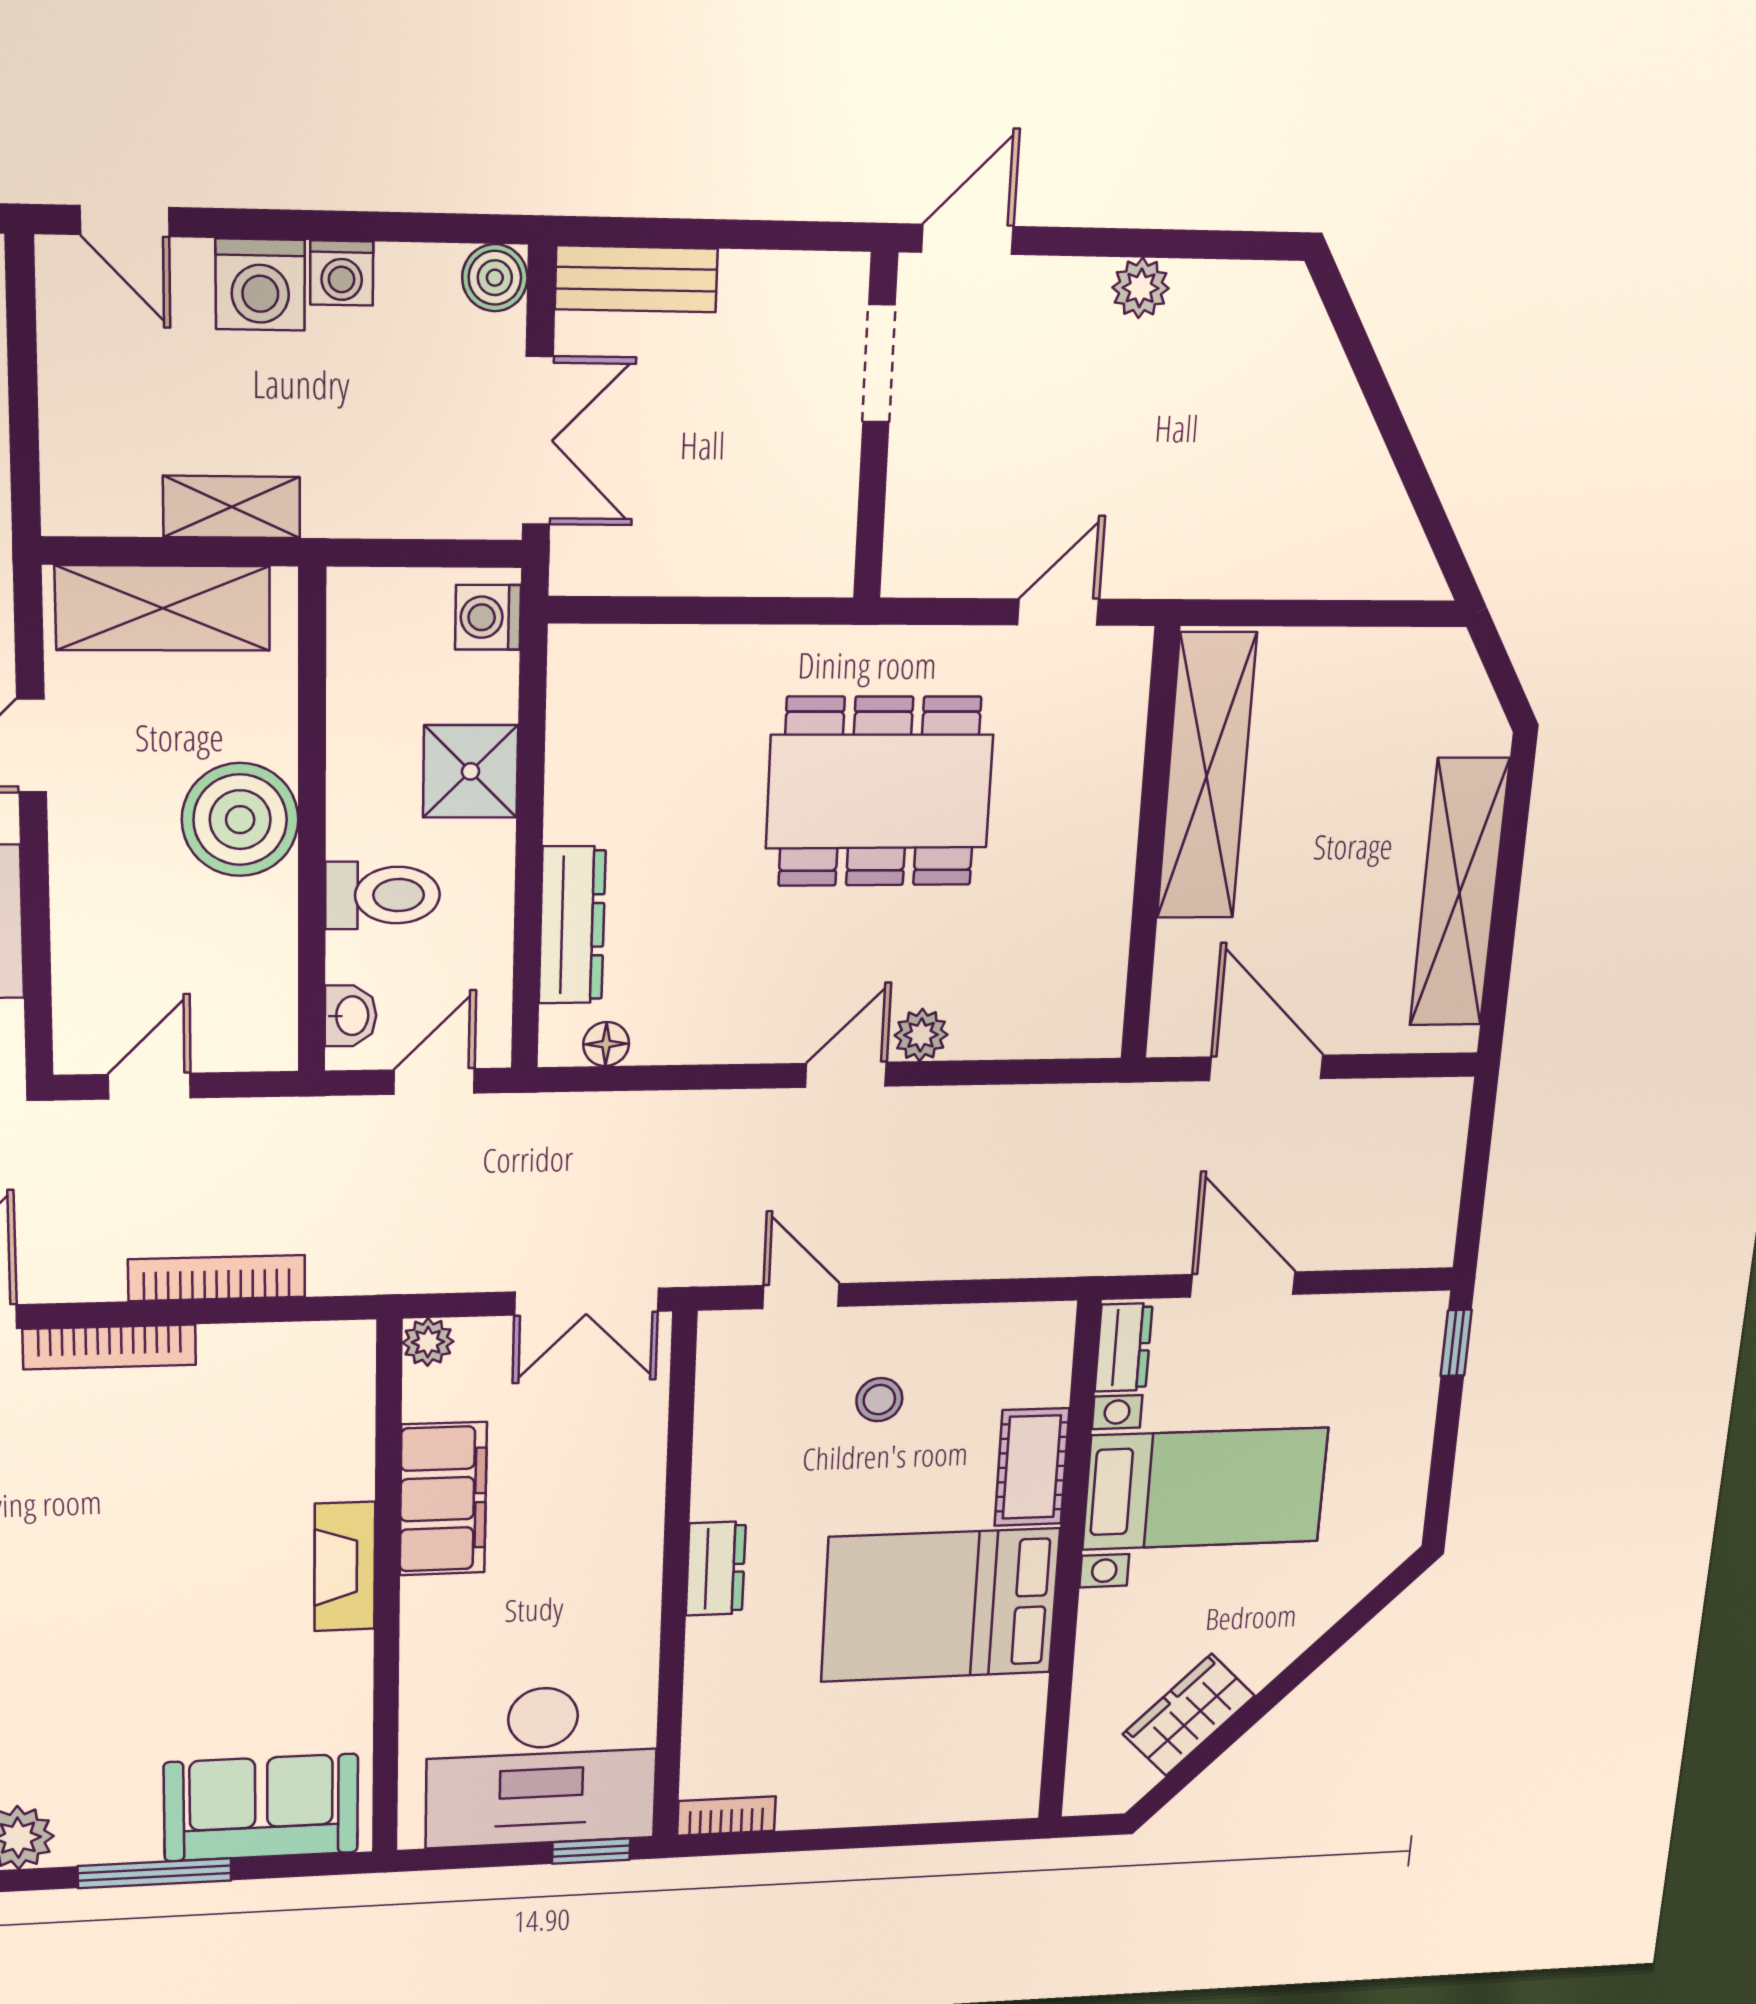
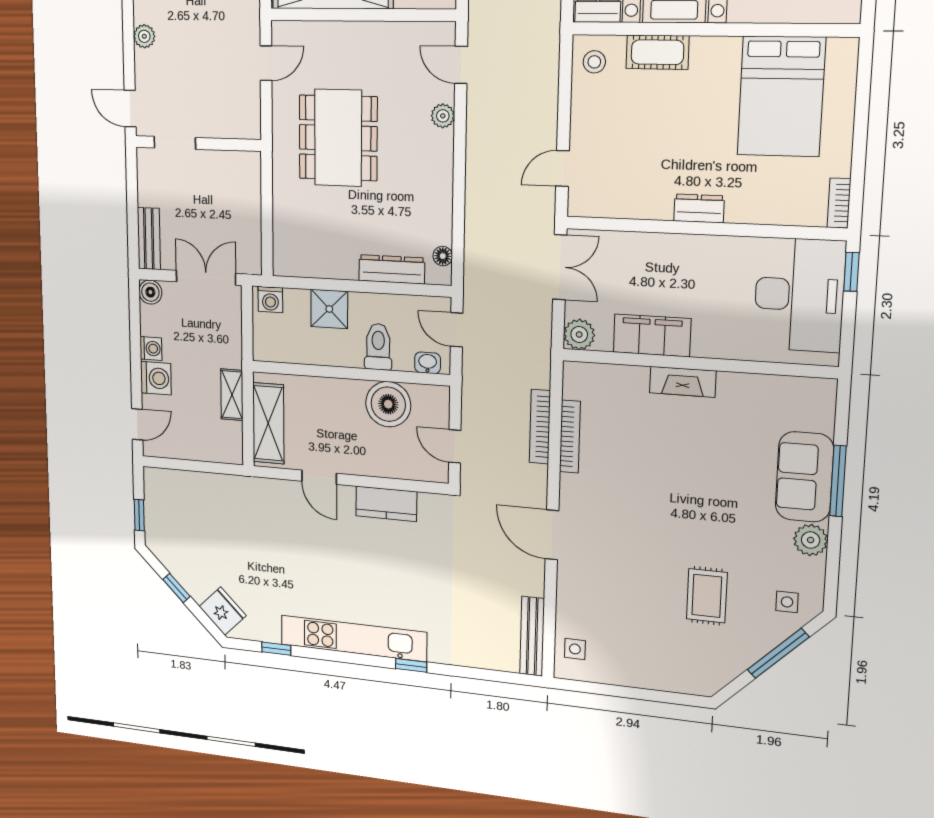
door: (1058, 612) -> (266, 63), swing flipped
boiler: (240, 820) -> (388, 404), moved
door: (846, 1075) -> (461, 65), moved
plant: (428, 1342) -> (579, 334), width x1.38, depth x1.38
bookcase: (109, 1347) -> (570, 437), moved
stool: (879, 1400) -> (594, 62), moved
bed: (940, 1605) -> (781, 96), moved
sofa: (261, 1808) -> (804, 477), moved

